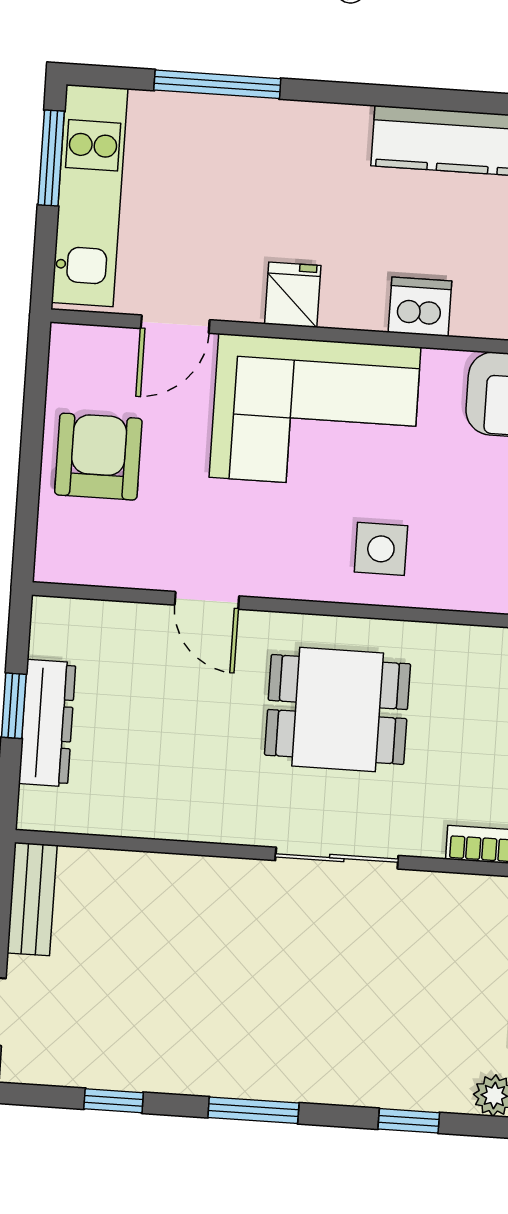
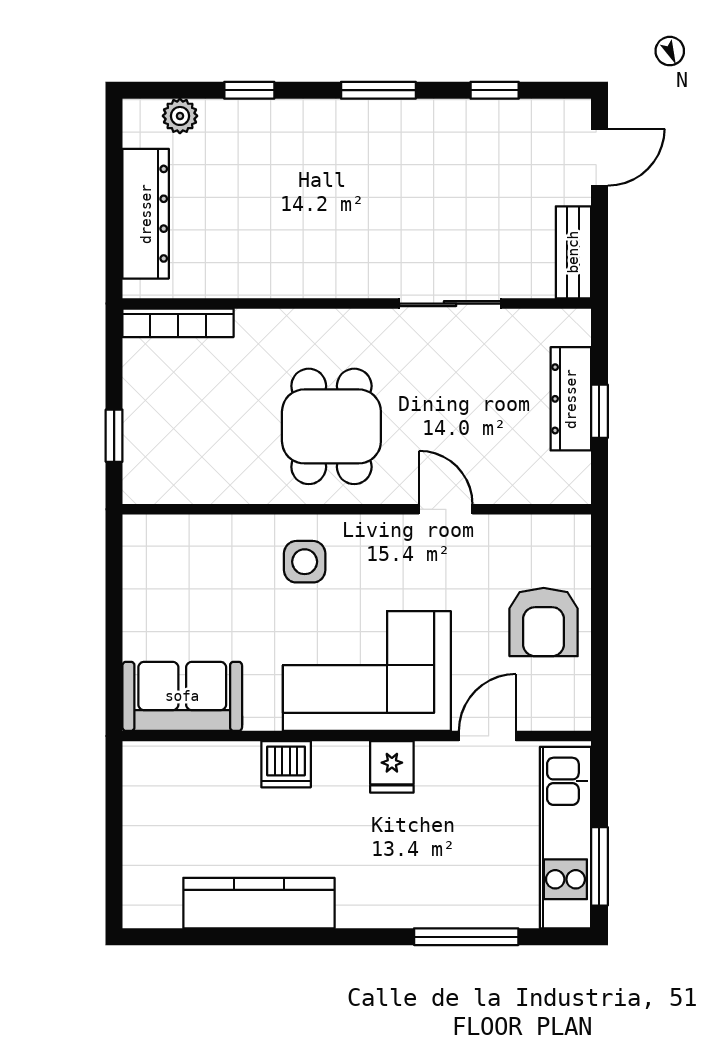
dining table: (338, 709) -> (331, 426), turned 90
sliding door: (337, 858) -> (450, 304), moved

